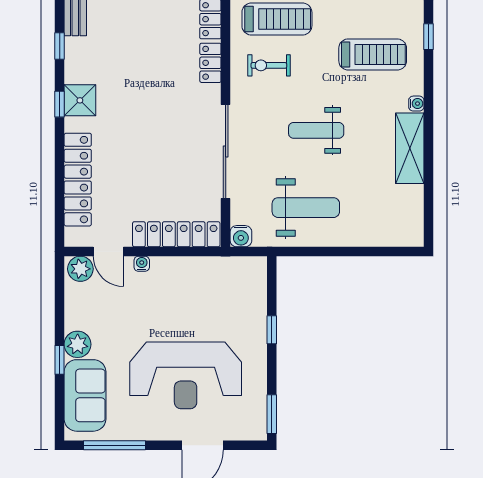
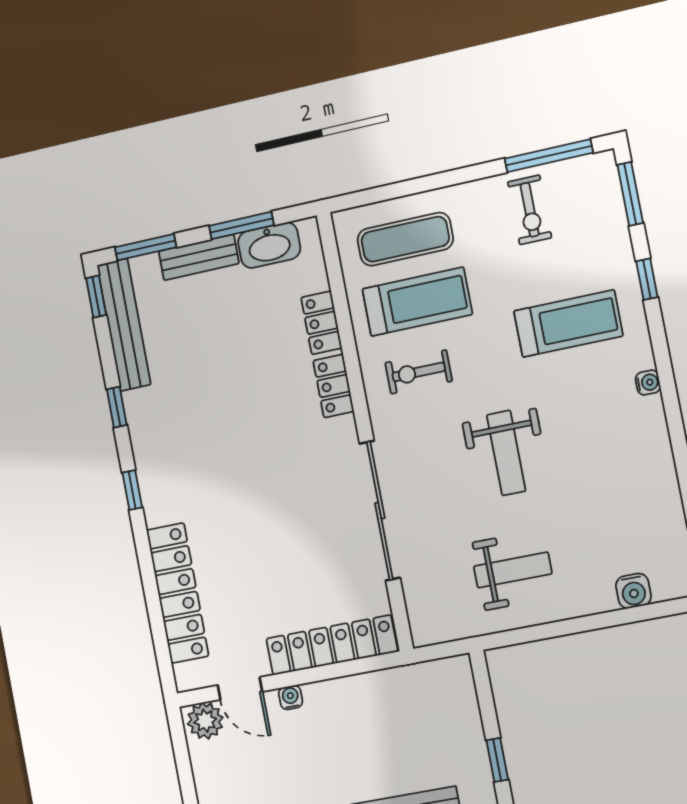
shower: (80, 100) -> (159, 479), removed
weight bench: (316, 130) -> (506, 453), turned -90
shelving: (410, 148) -> (651, 451), removed
weight bench: (306, 208) -> (513, 570), width x0.73, depth x0.75
water cooler: (241, 236) -> (633, 591), moved

